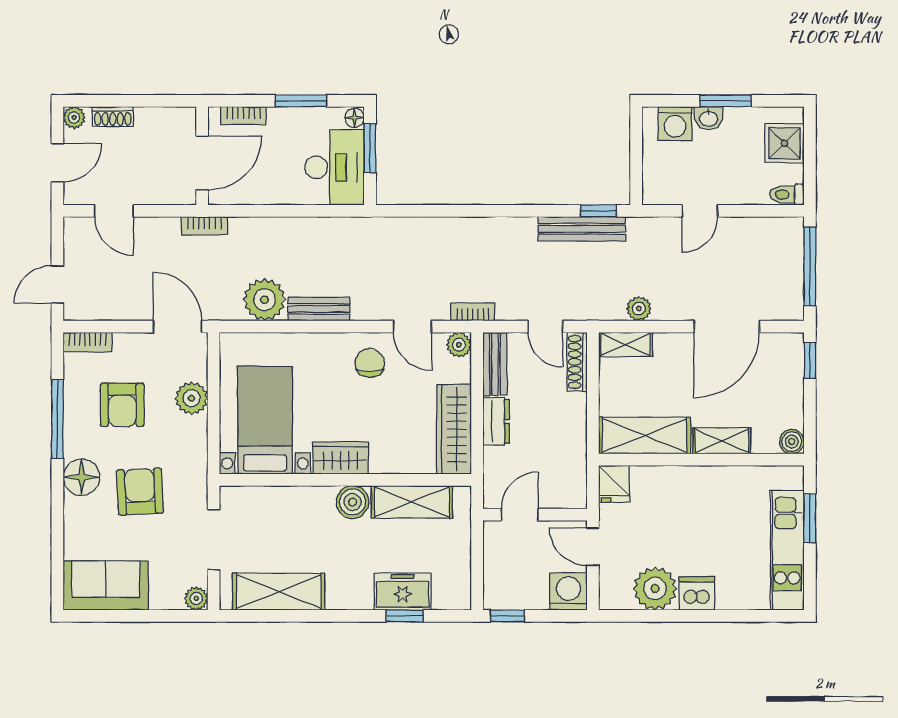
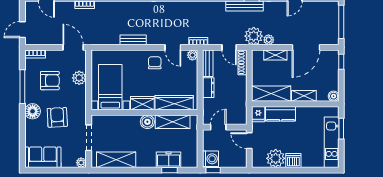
plant: (265, 300) -> (254, 36), moved
shelving: (626, 344) -> (275, 55), moved
armchair: (122, 405) -> (50, 81), turned -90
wardrobe: (454, 429) -> (174, 103), moved, turned 90
kitchen counter: (667, 483) -> (281, 114), added
washing machine: (568, 592) -> (210, 159), moved, turned 90

